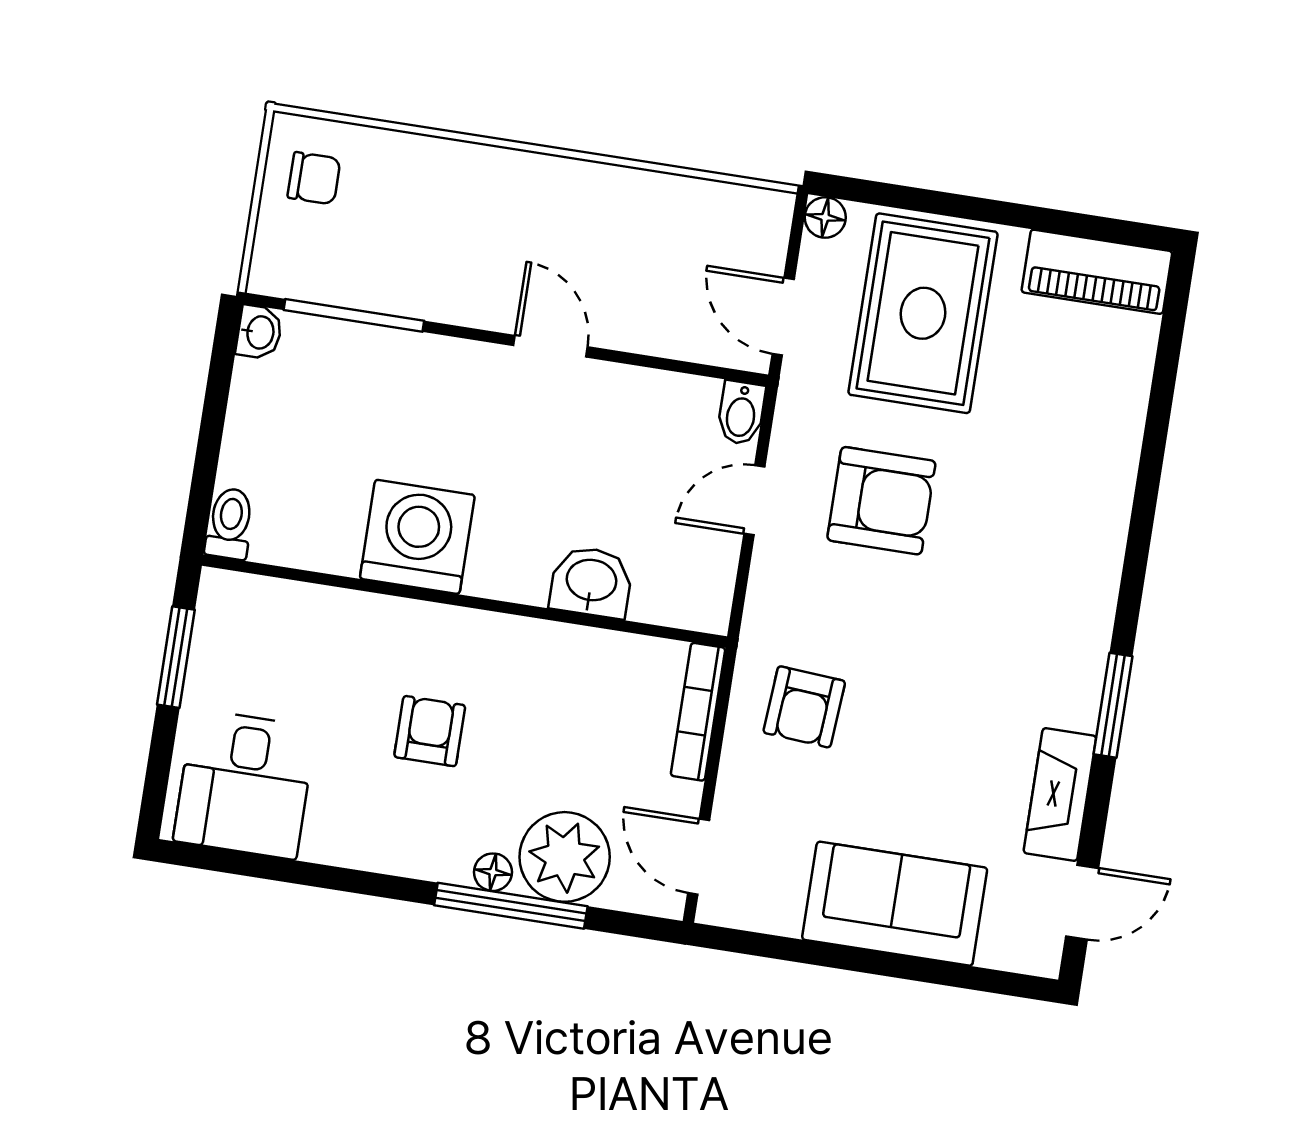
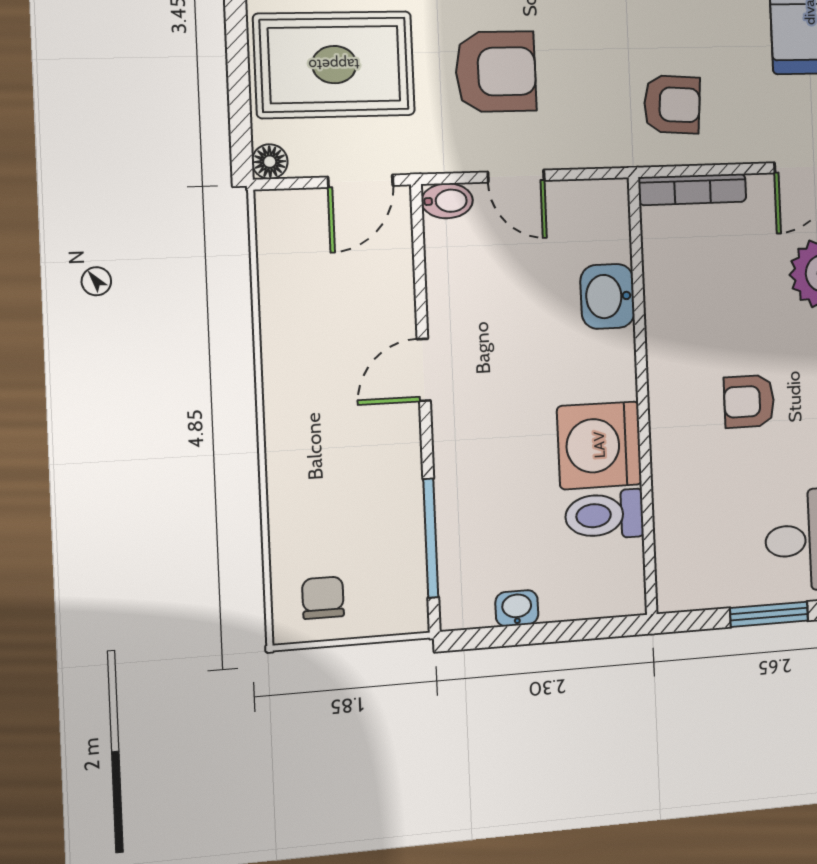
washbasin: (259, 332) -> (517, 608), moved
armchair: (881, 501) -> (496, 72), turned 90
toilet: (230, 523) -> (604, 515), moved, width x1.37, depth x1.39
window: (176, 657) -> (769, 614), moved

